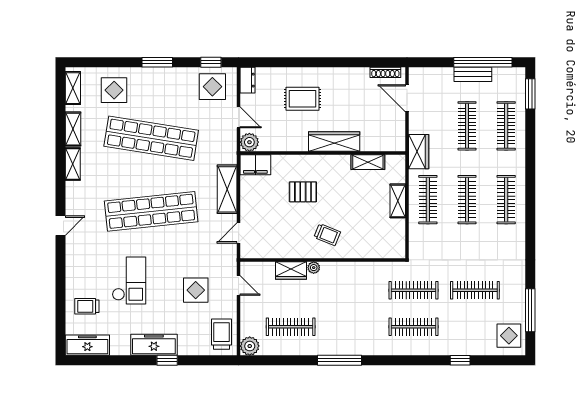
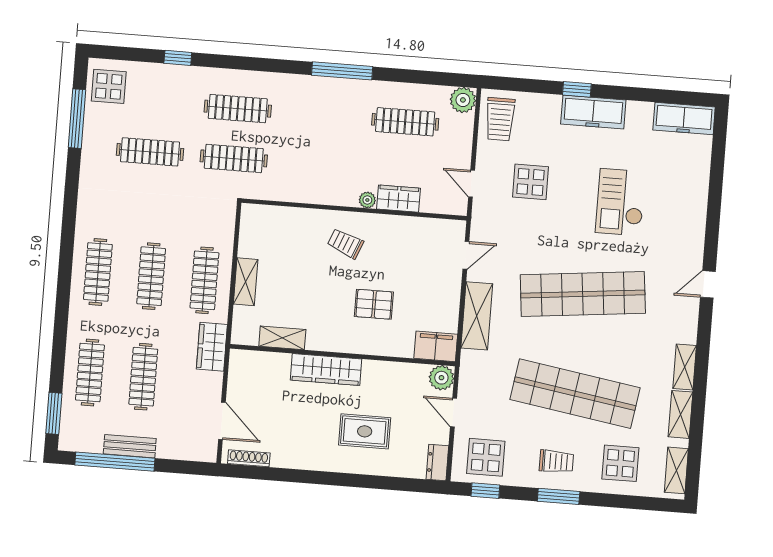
trolley: (87, 306) -> (556, 461), moved

